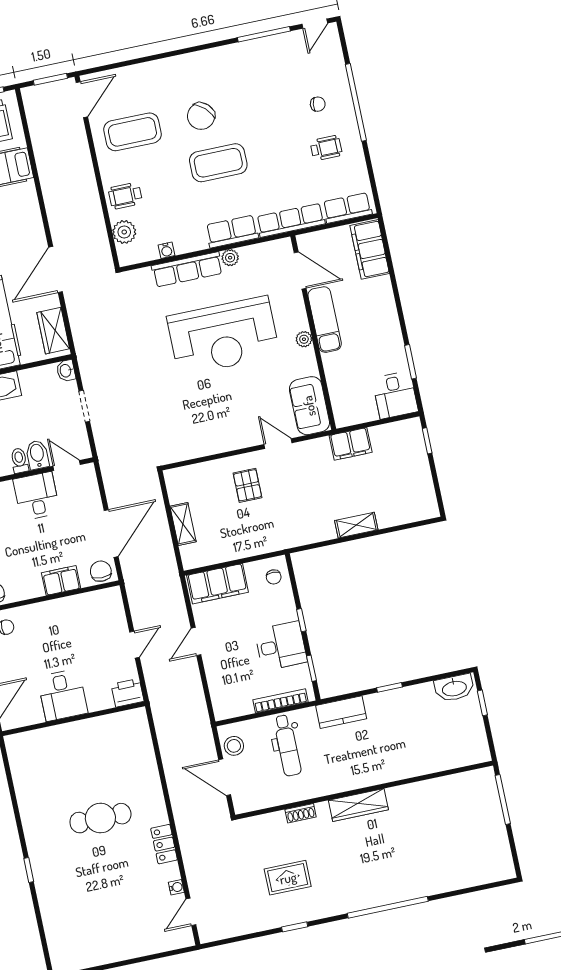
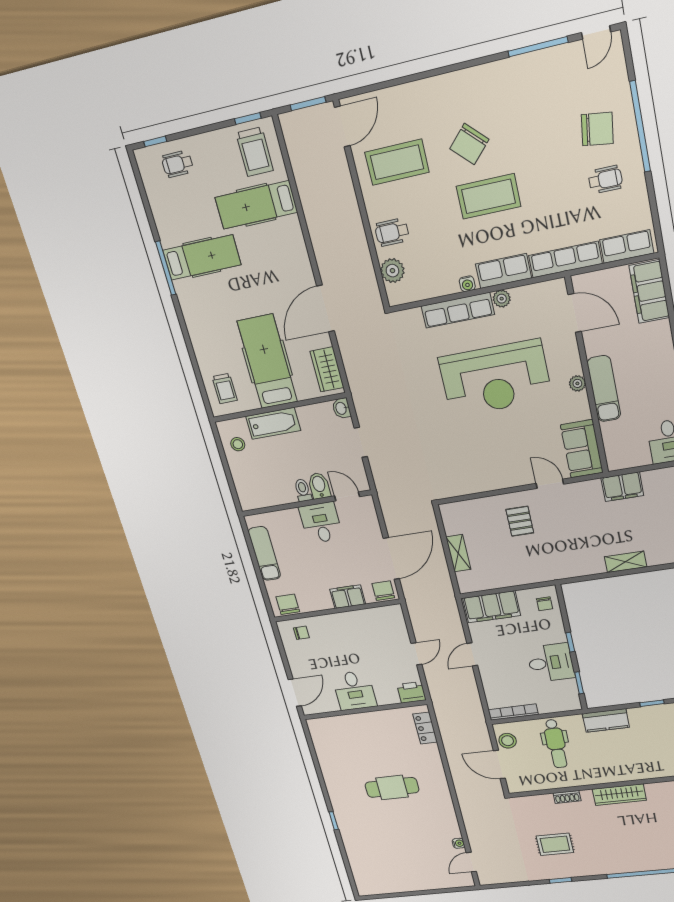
chair: (318, 104) -> (597, 129), width x1.87, depth x1.87
water cooler: (167, 250) -> (467, 284), moved
exam couch: (325, 320) -> (604, 389), moved
bookcase: (280, 701) -> (513, 712), moved
locker: (164, 844) -> (425, 728), moved

